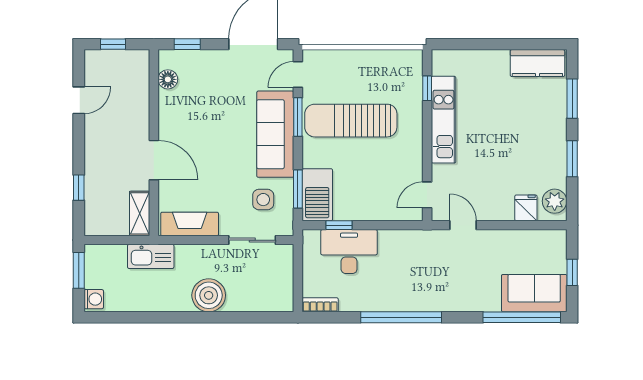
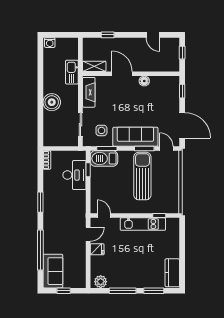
floor lamp: (168, 79) -> (144, 81), moved
window: (572, 159) -> (123, 291), width x1.44
door: (154, 160) -> (122, 74), swing flipped
fridge: (526, 208) -> (97, 249), moved
window: (79, 270) -> (65, 35), removed
window: (401, 317) -> (40, 202), width x0.47
window: (522, 317) -> (40, 250), moved

